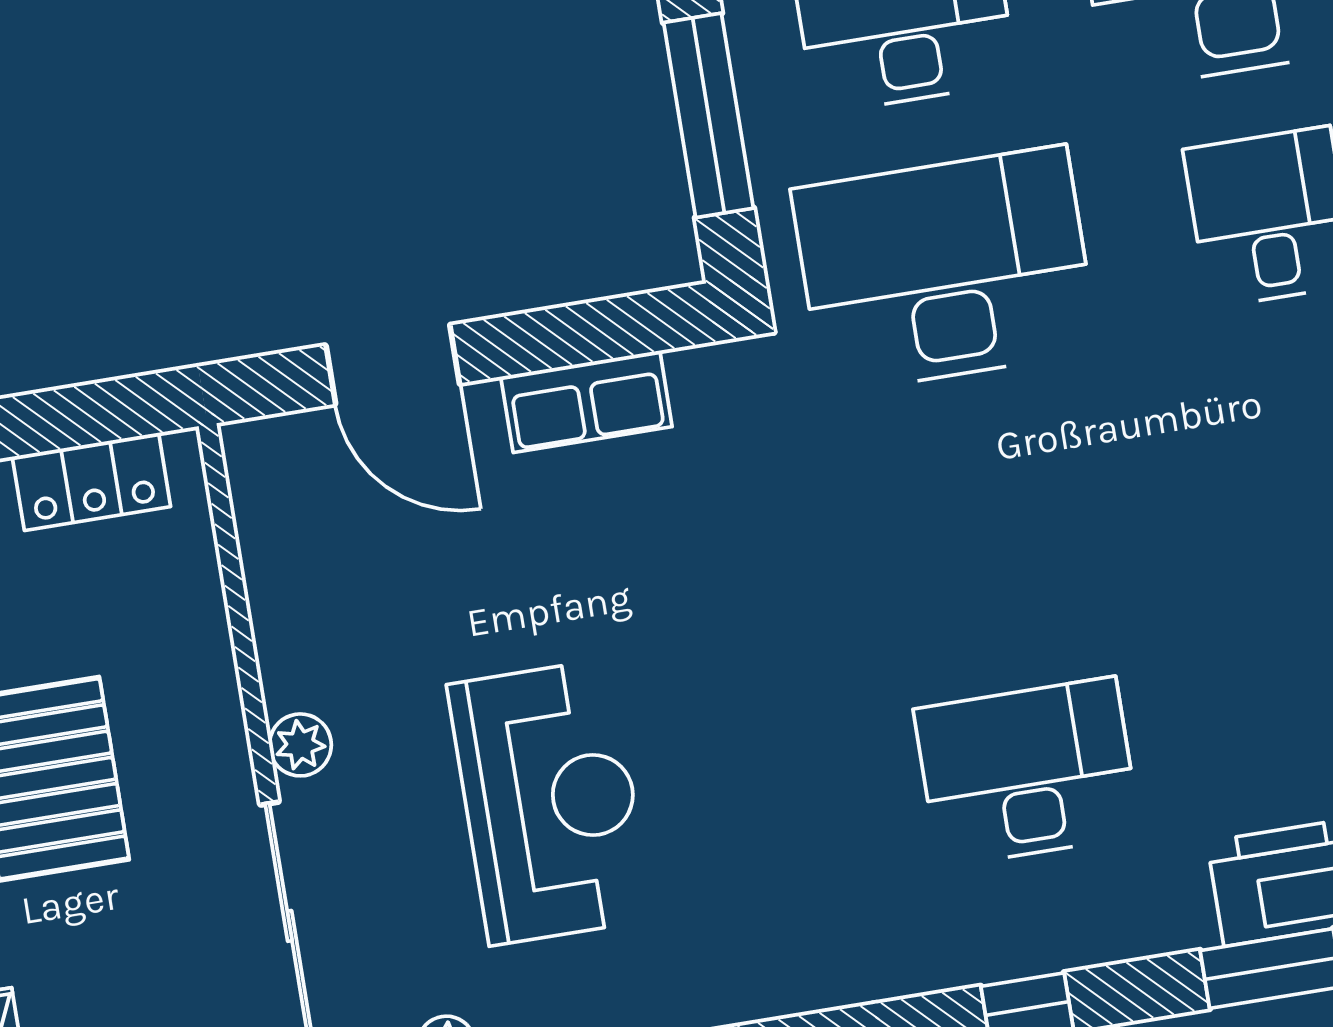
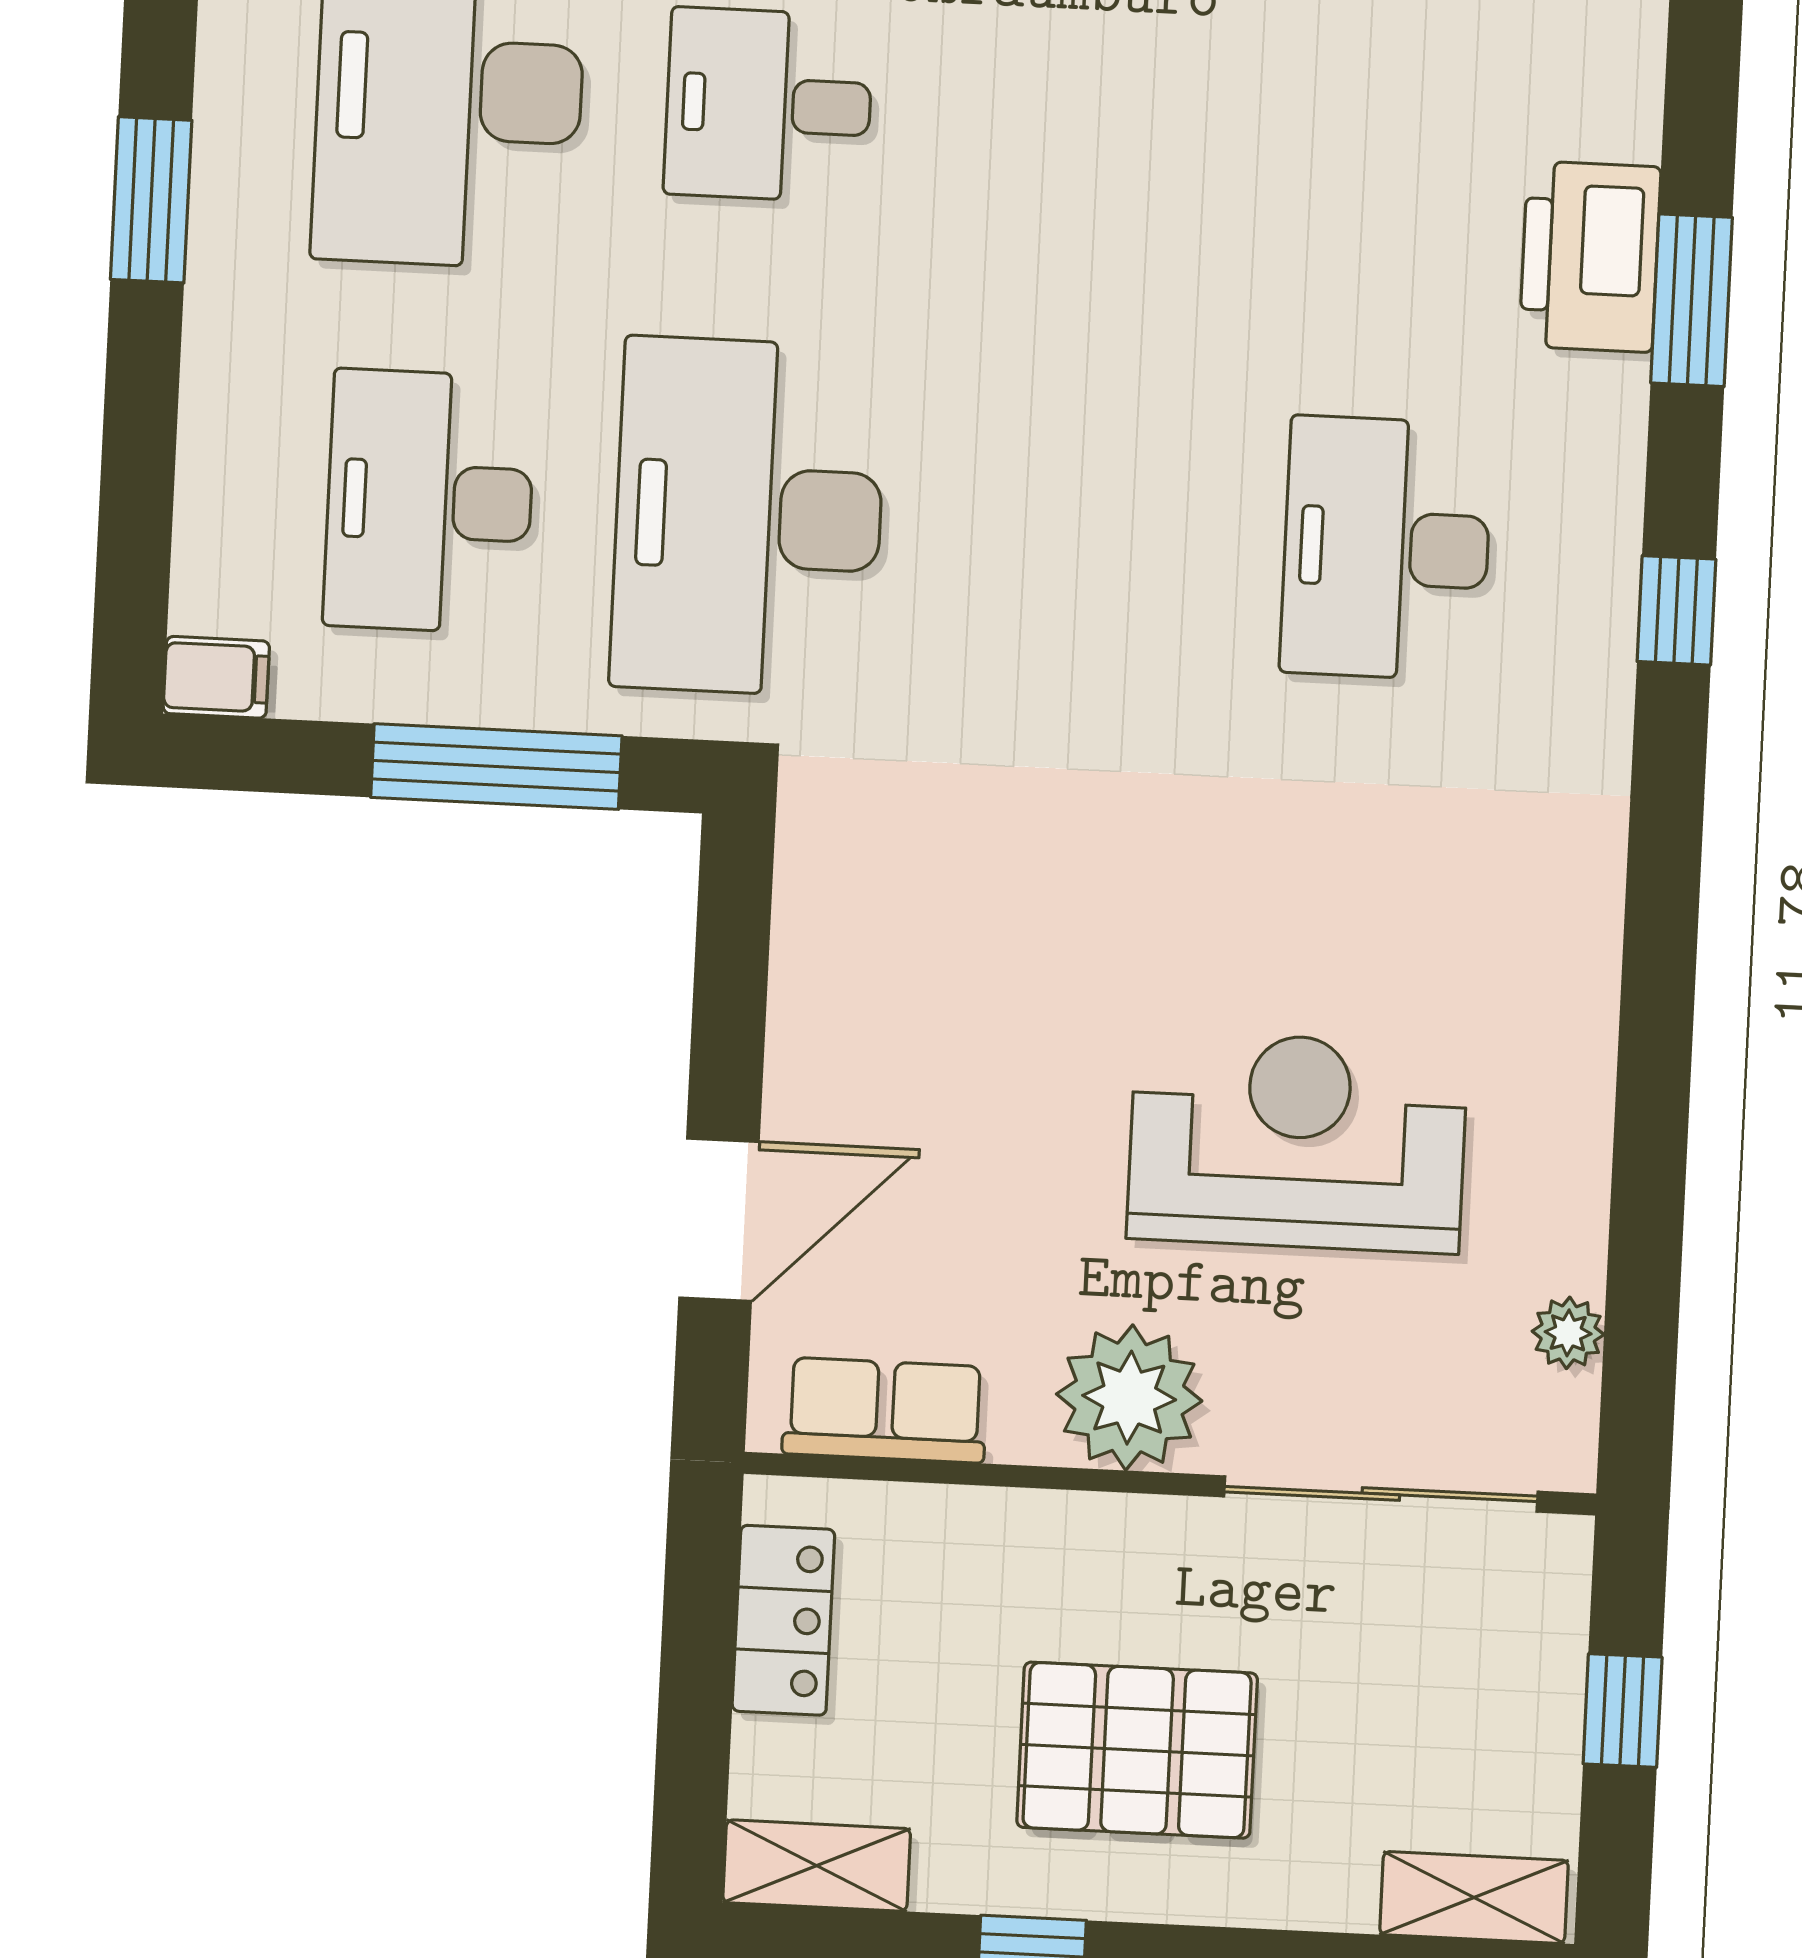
row of seats: (586, 402) -> (885, 1410), moved, turned -90
plant: (300, 745) -> (1129, 1398), width x1.87, depth x1.87

